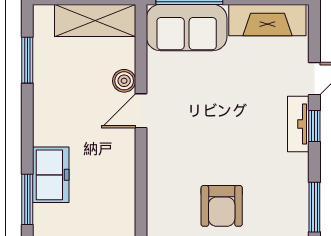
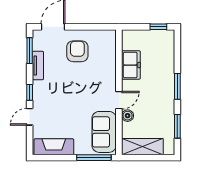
sofa: (187, 28) -> (104, 132), moved, turned -90
tv unit: (298, 124) -> (38, 66), moved
freezer: (51, 175) -> (131, 65), moved, turned 180
window: (27, 199) -> (177, 86), moved

